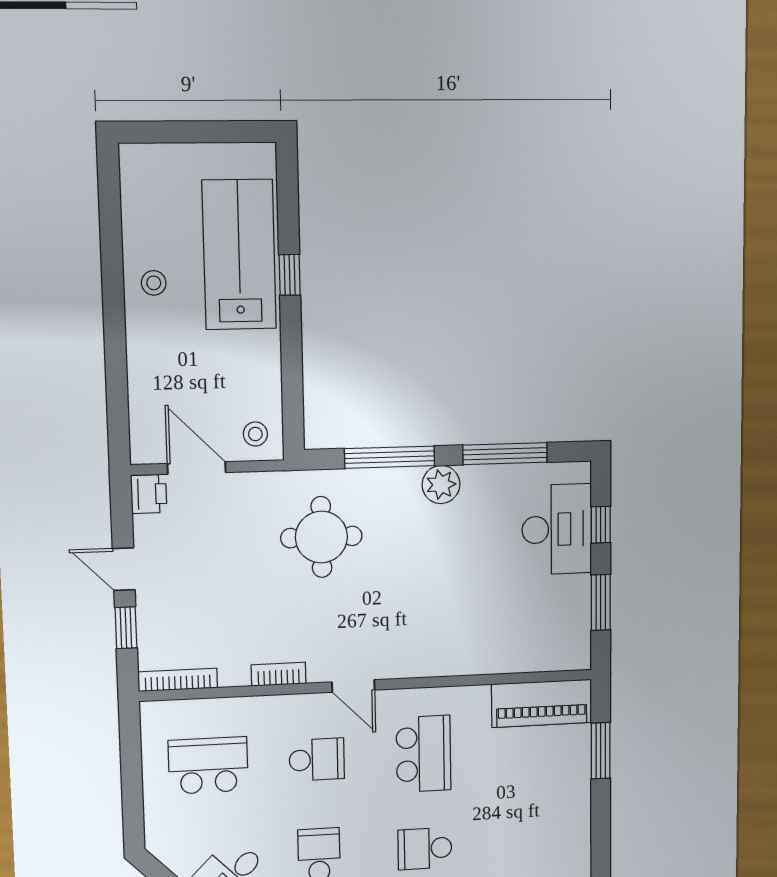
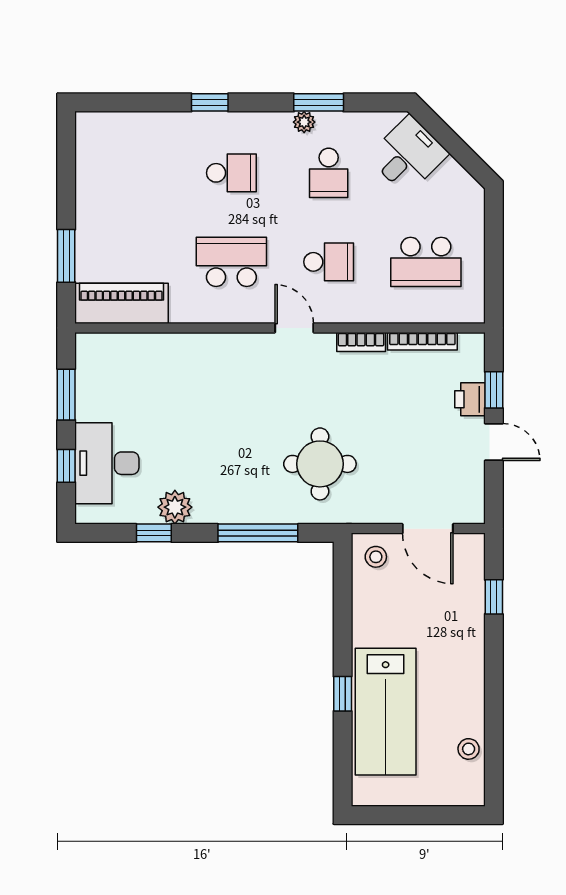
stool: (154, 283) -> (469, 749), moved
window: (117, 391) -> (494, 597), added
window: (505, 454) -> (154, 533), width x0.46
plant: (441, 484) -> (175, 507), moved
printer: (149, 494) -> (470, 399), moved
bookcase: (178, 680) -> (422, 341), moved
school desk: (423, 754) -> (231, 262), turned 90
school desk: (317, 760) -> (329, 262), turned 180

